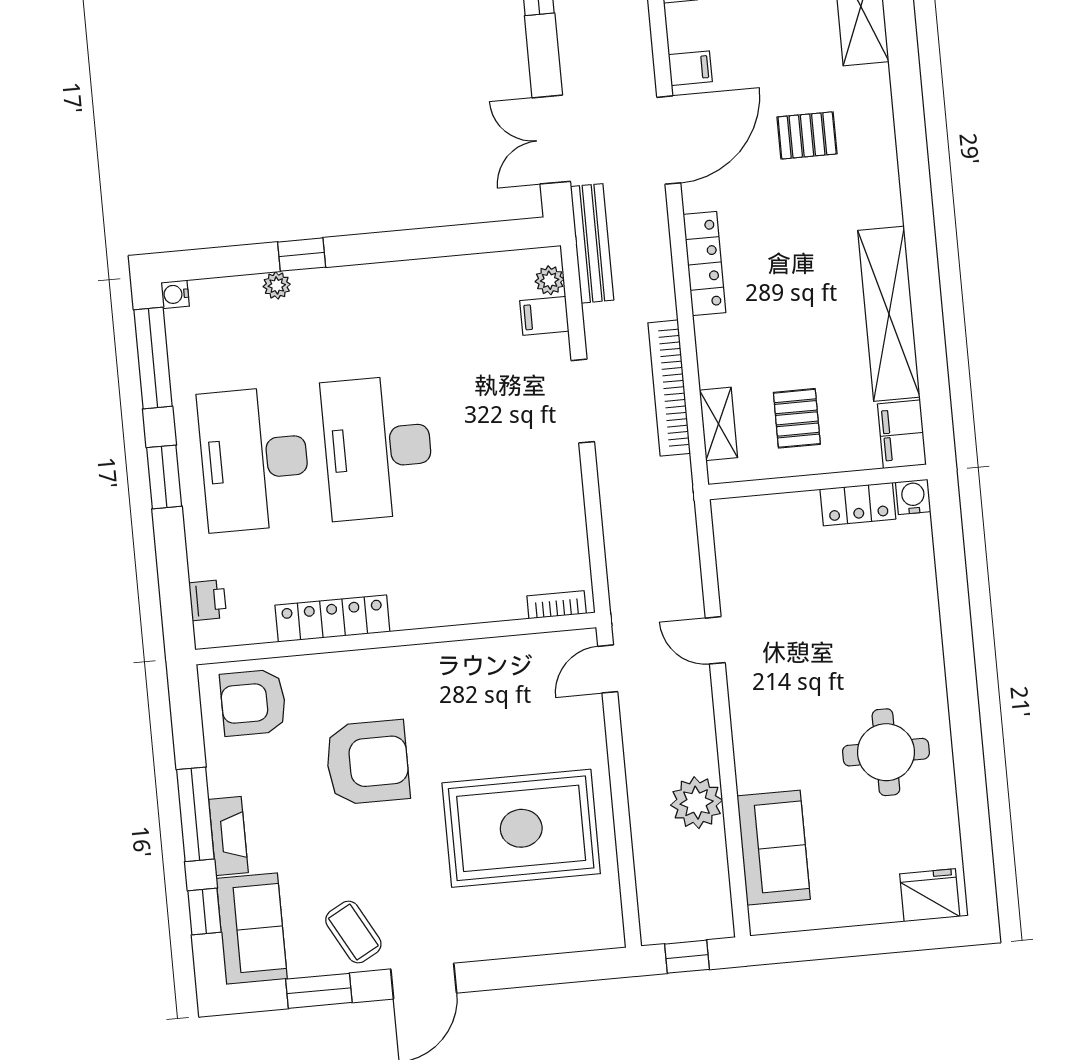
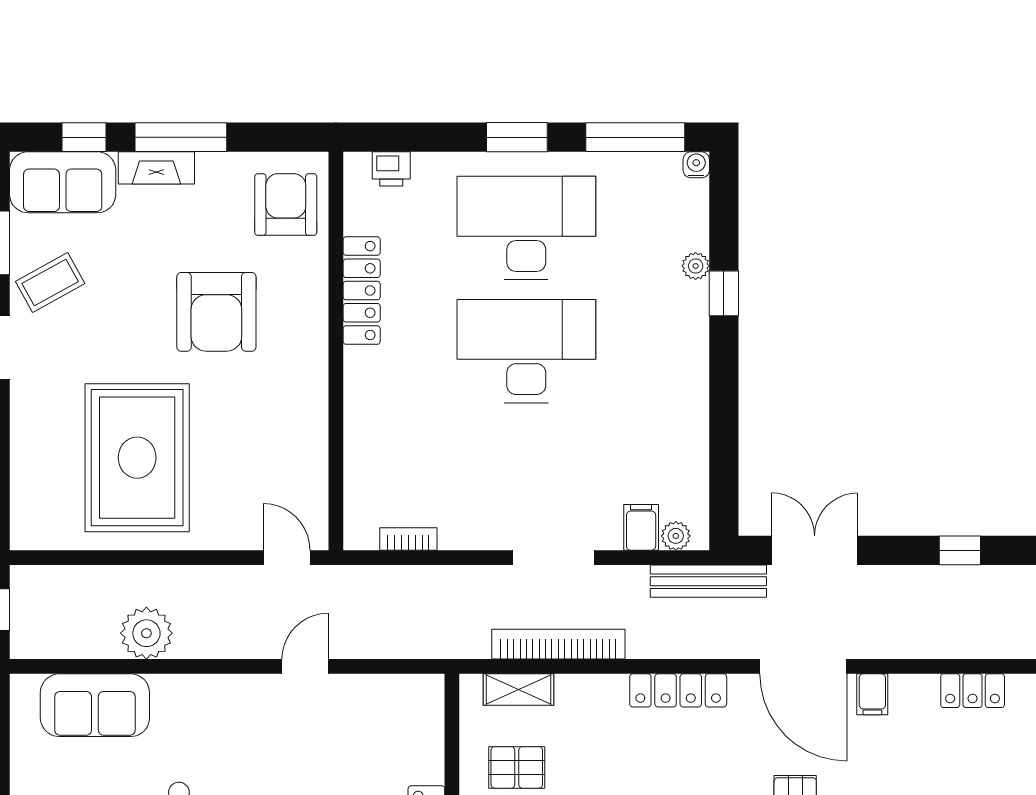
bookcase: (557, 605) -> (408, 539), moved, turned -90

